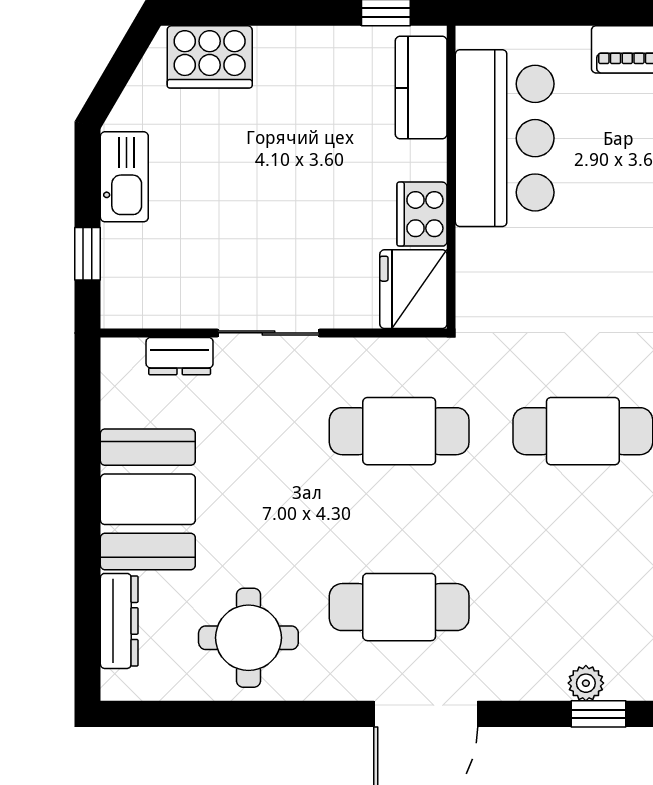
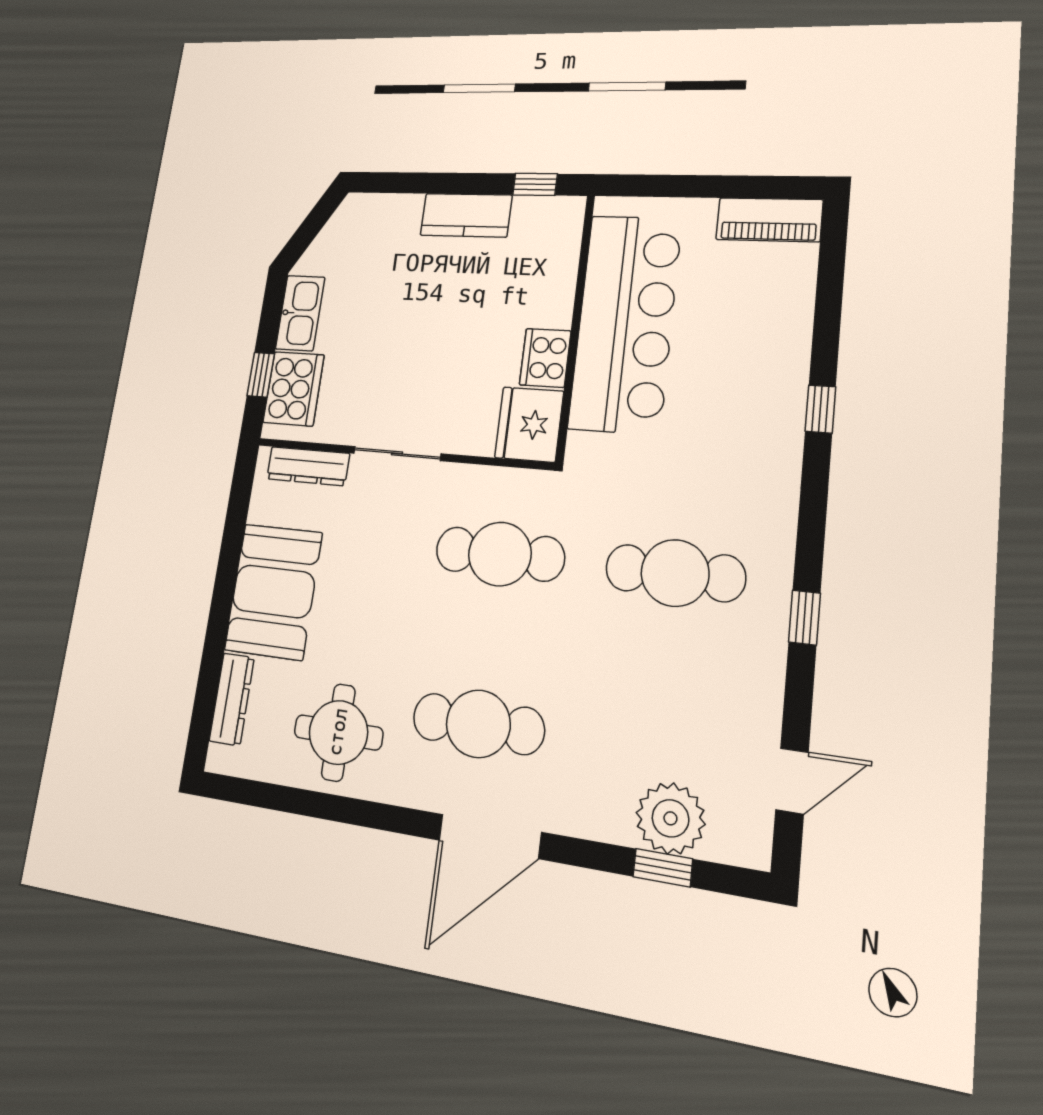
cooker: (210, 57) -> (294, 389), moved, turned -90
kitchen counter: (421, 88) -> (466, 215), moved, turned -90
bar counter: (505, 138) -> (625, 323), width x1.36
dresser: (180, 356) -> (308, 466), width x1.44
plant: (586, 683) -> (670, 818), width x1.88, depth x1.88

